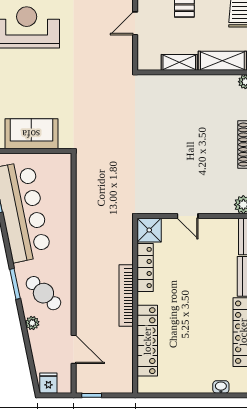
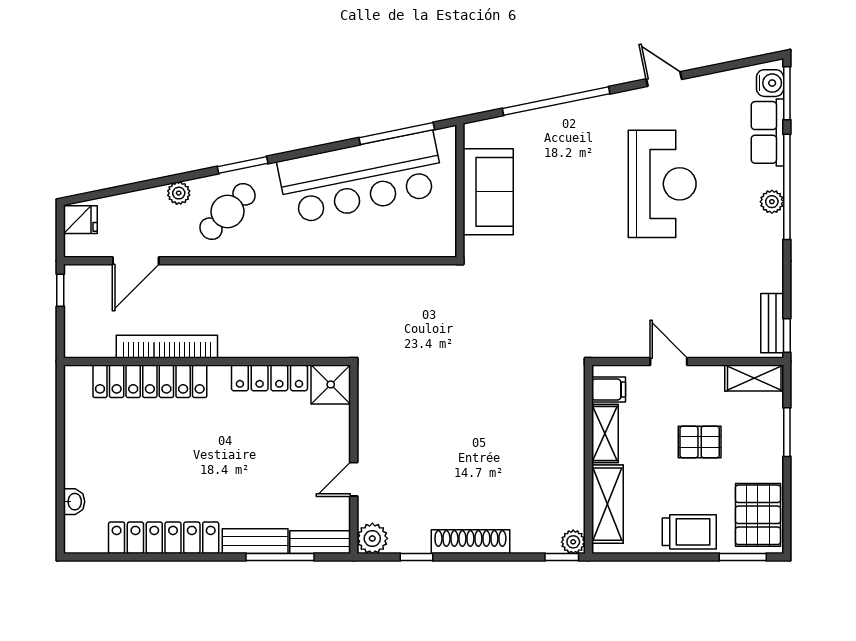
filing cabinet: (152, 60) -> (609, 390), added
door: (188, 216) -> (354, 479), moved
bookcase: (126, 295) -> (167, 347), moved

